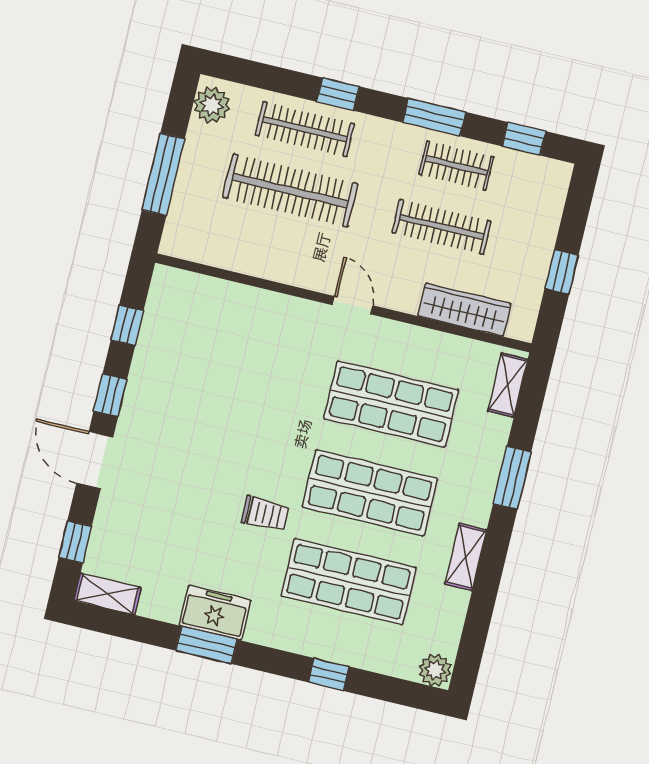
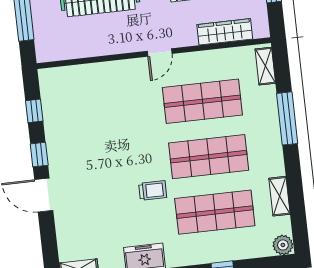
door: (353, 305) -> (160, 52), swing flipped
window: (512, 478) -> (287, 118), width x1.44
window: (75, 542) -> (49, 246), removed
shelving: (466, 557) -> (280, 196), moved

